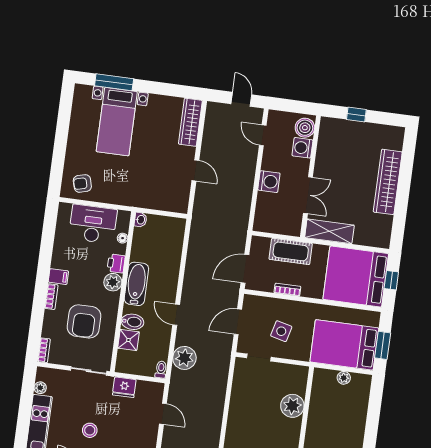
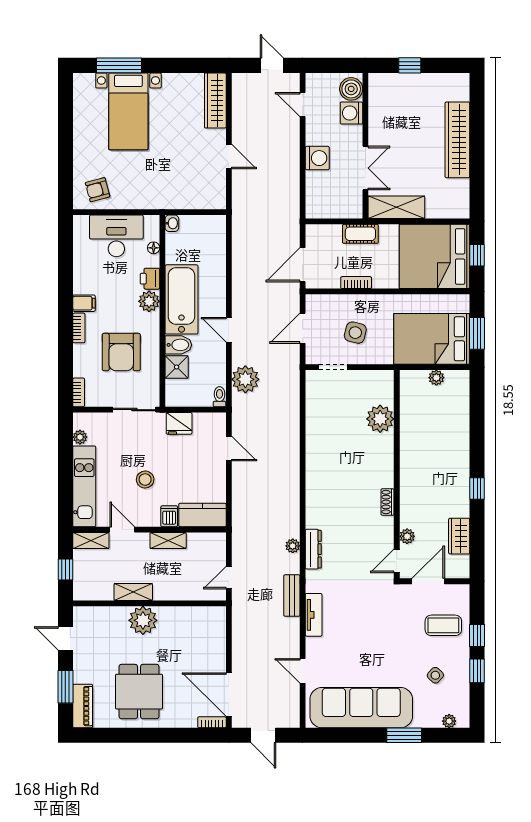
cot: (291, 251) -> (360, 234), width x0.73, depth x0.75
bathtub: (136, 284) -> (181, 299), width x1.36, depth x1.36

